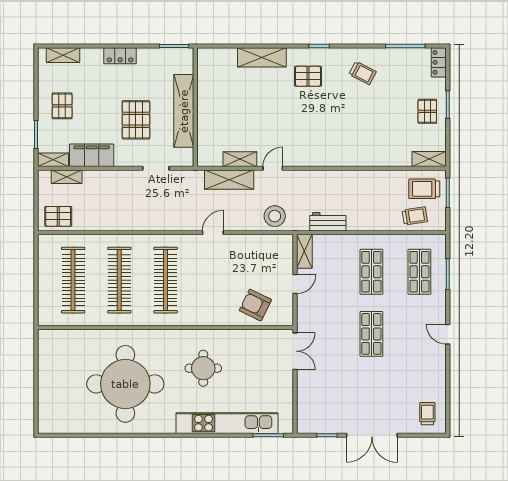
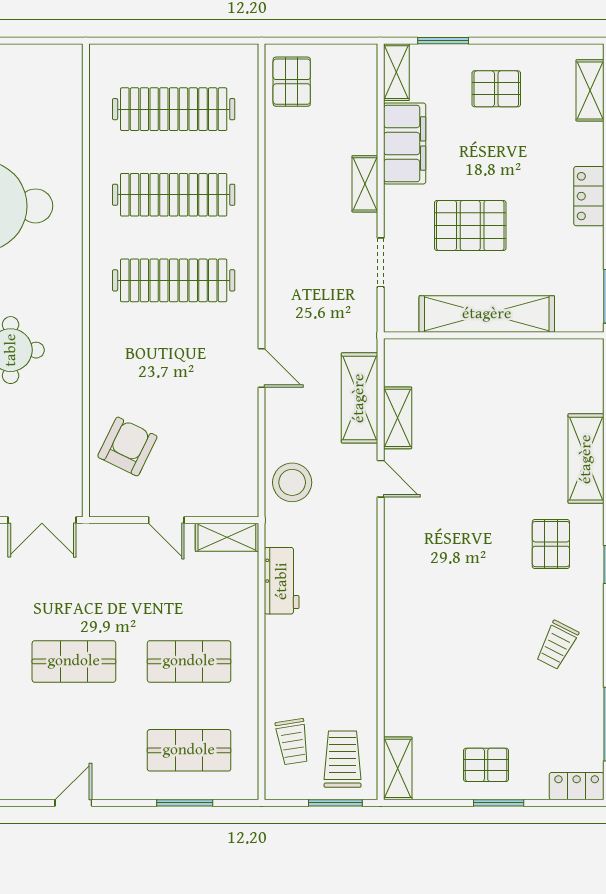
shelving: (67, 177) -> (365, 184), moved

